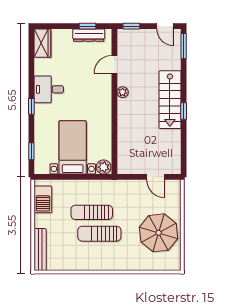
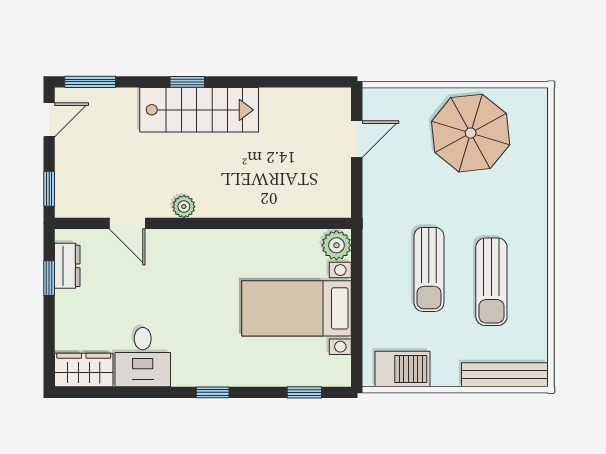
dresser: (89, 35) -> (67, 266), width x0.70
desk: (49, 89) -> (143, 357), moved
window: (184, 111) -> (187, 82), moved
sun lounger: (99, 234) -> (491, 282), moved

